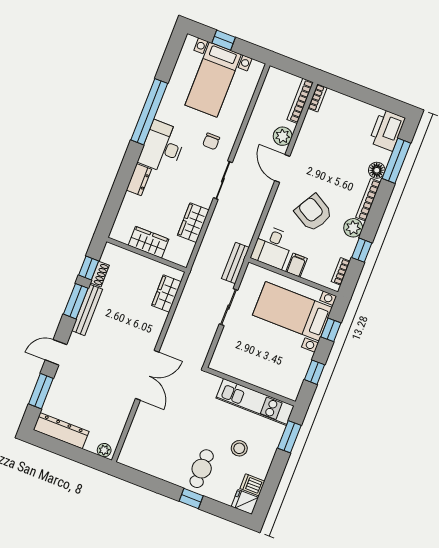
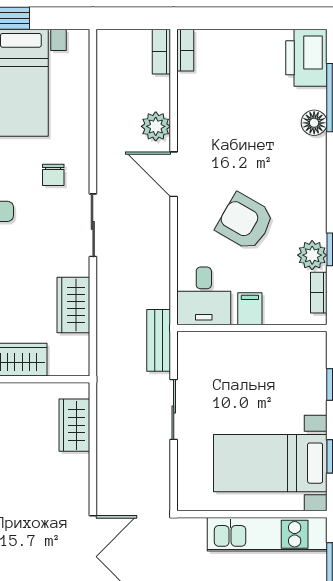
bookcase: (300, 101) -> (161, 52), width x0.64
bookcase: (368, 200) -> (318, 171), removed
plant: (353, 228) -> (312, 255), moved
bed with nightstands: (292, 311) -> (270, 463), moved

